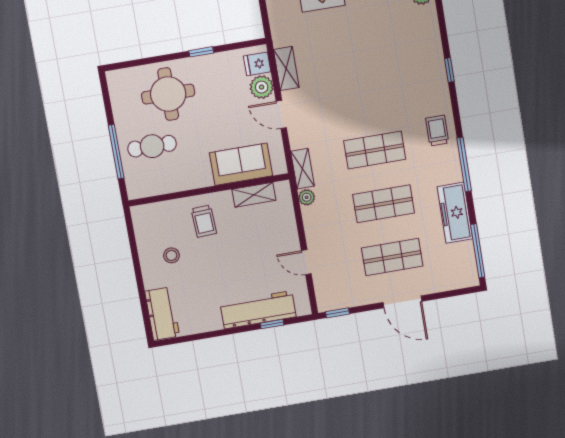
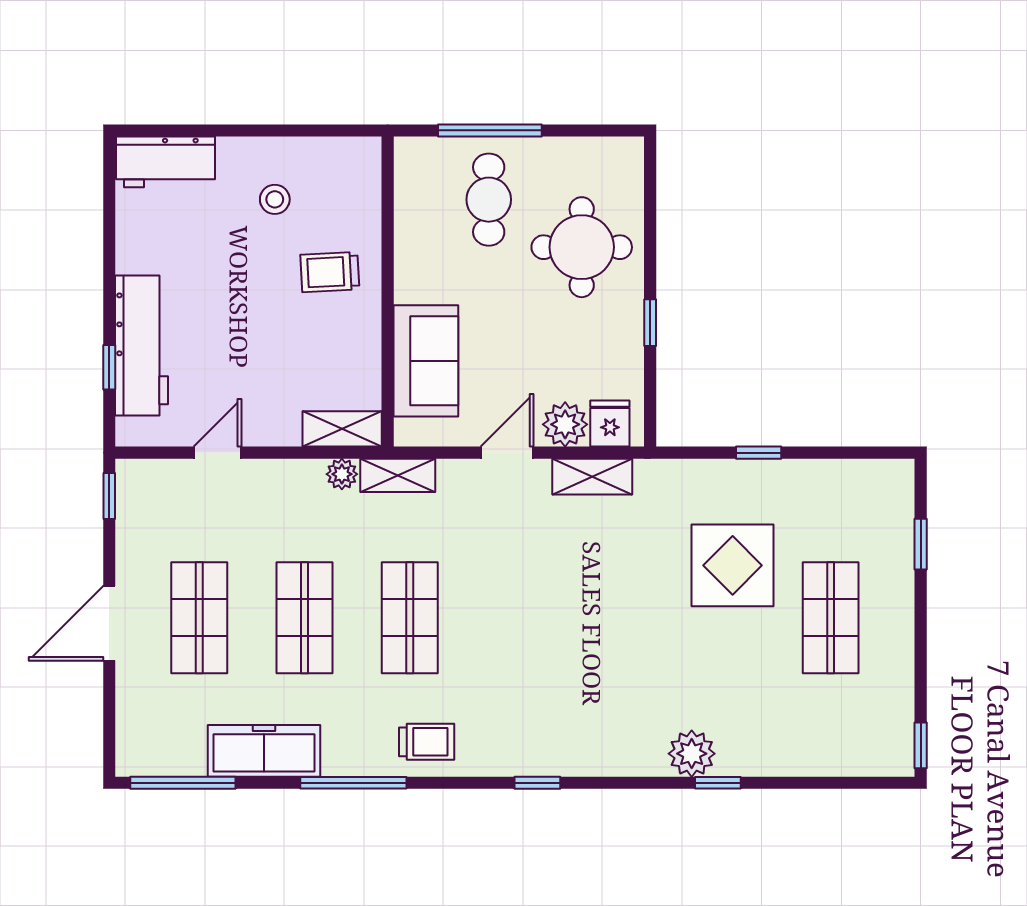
shelving: (254, 195) -> (342, 429), moved, turned 90

